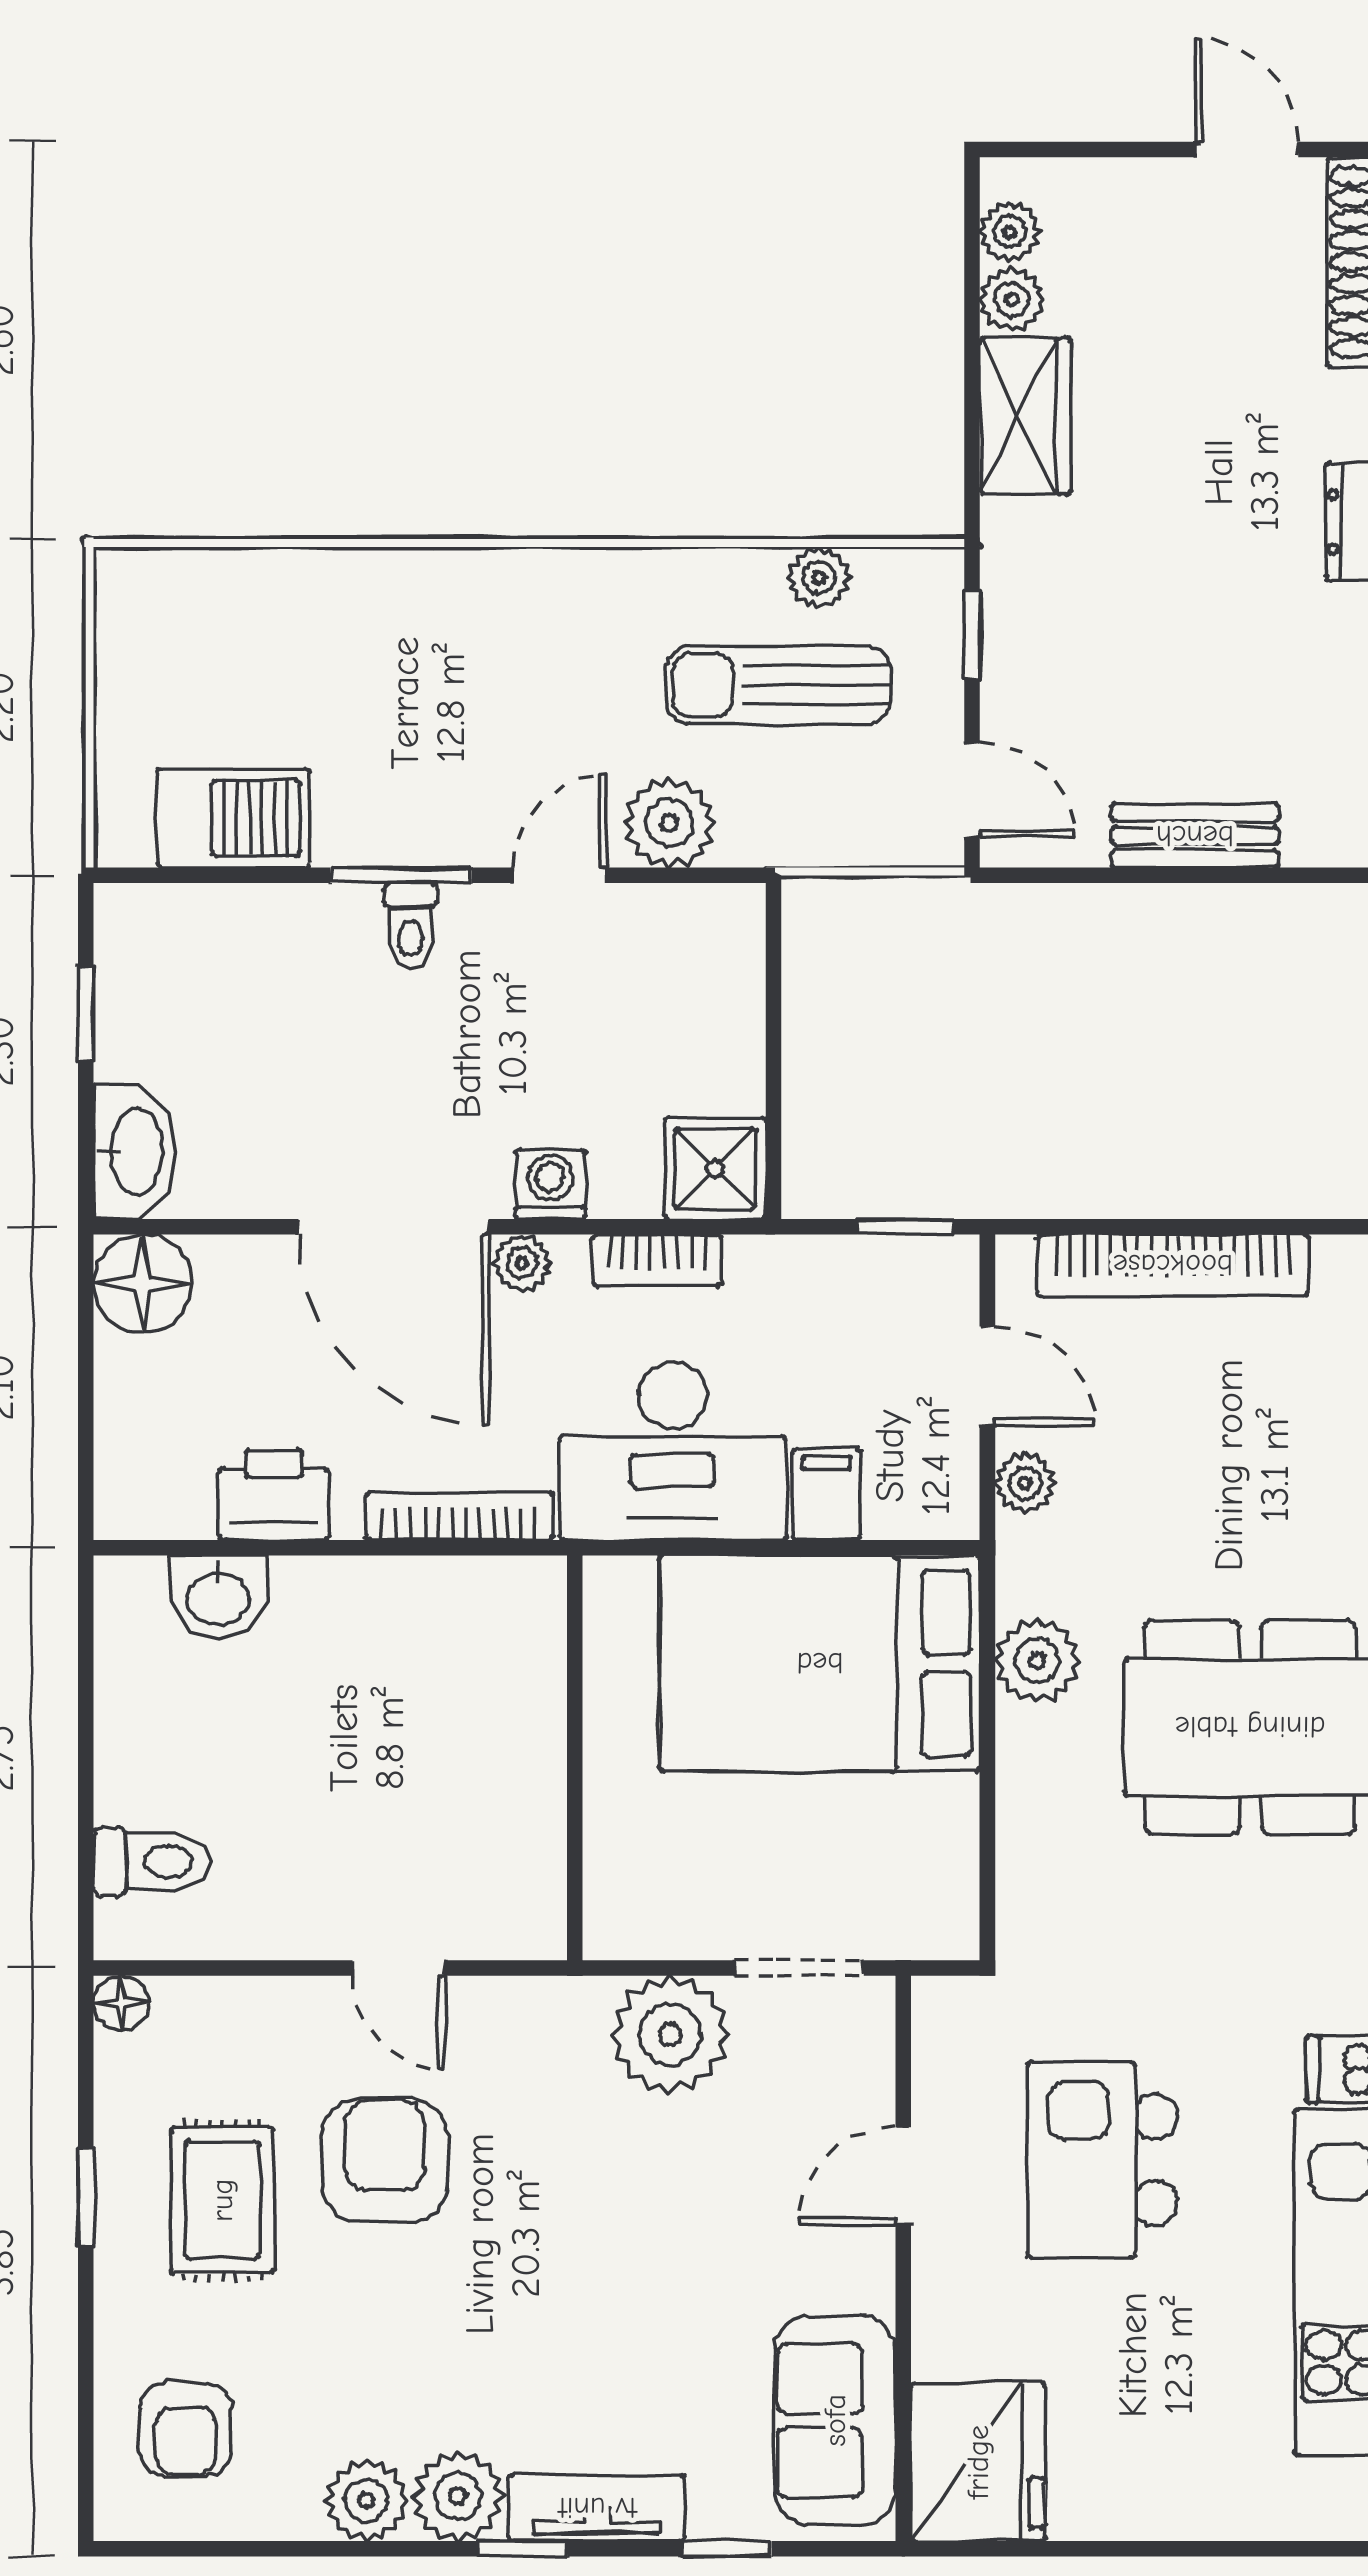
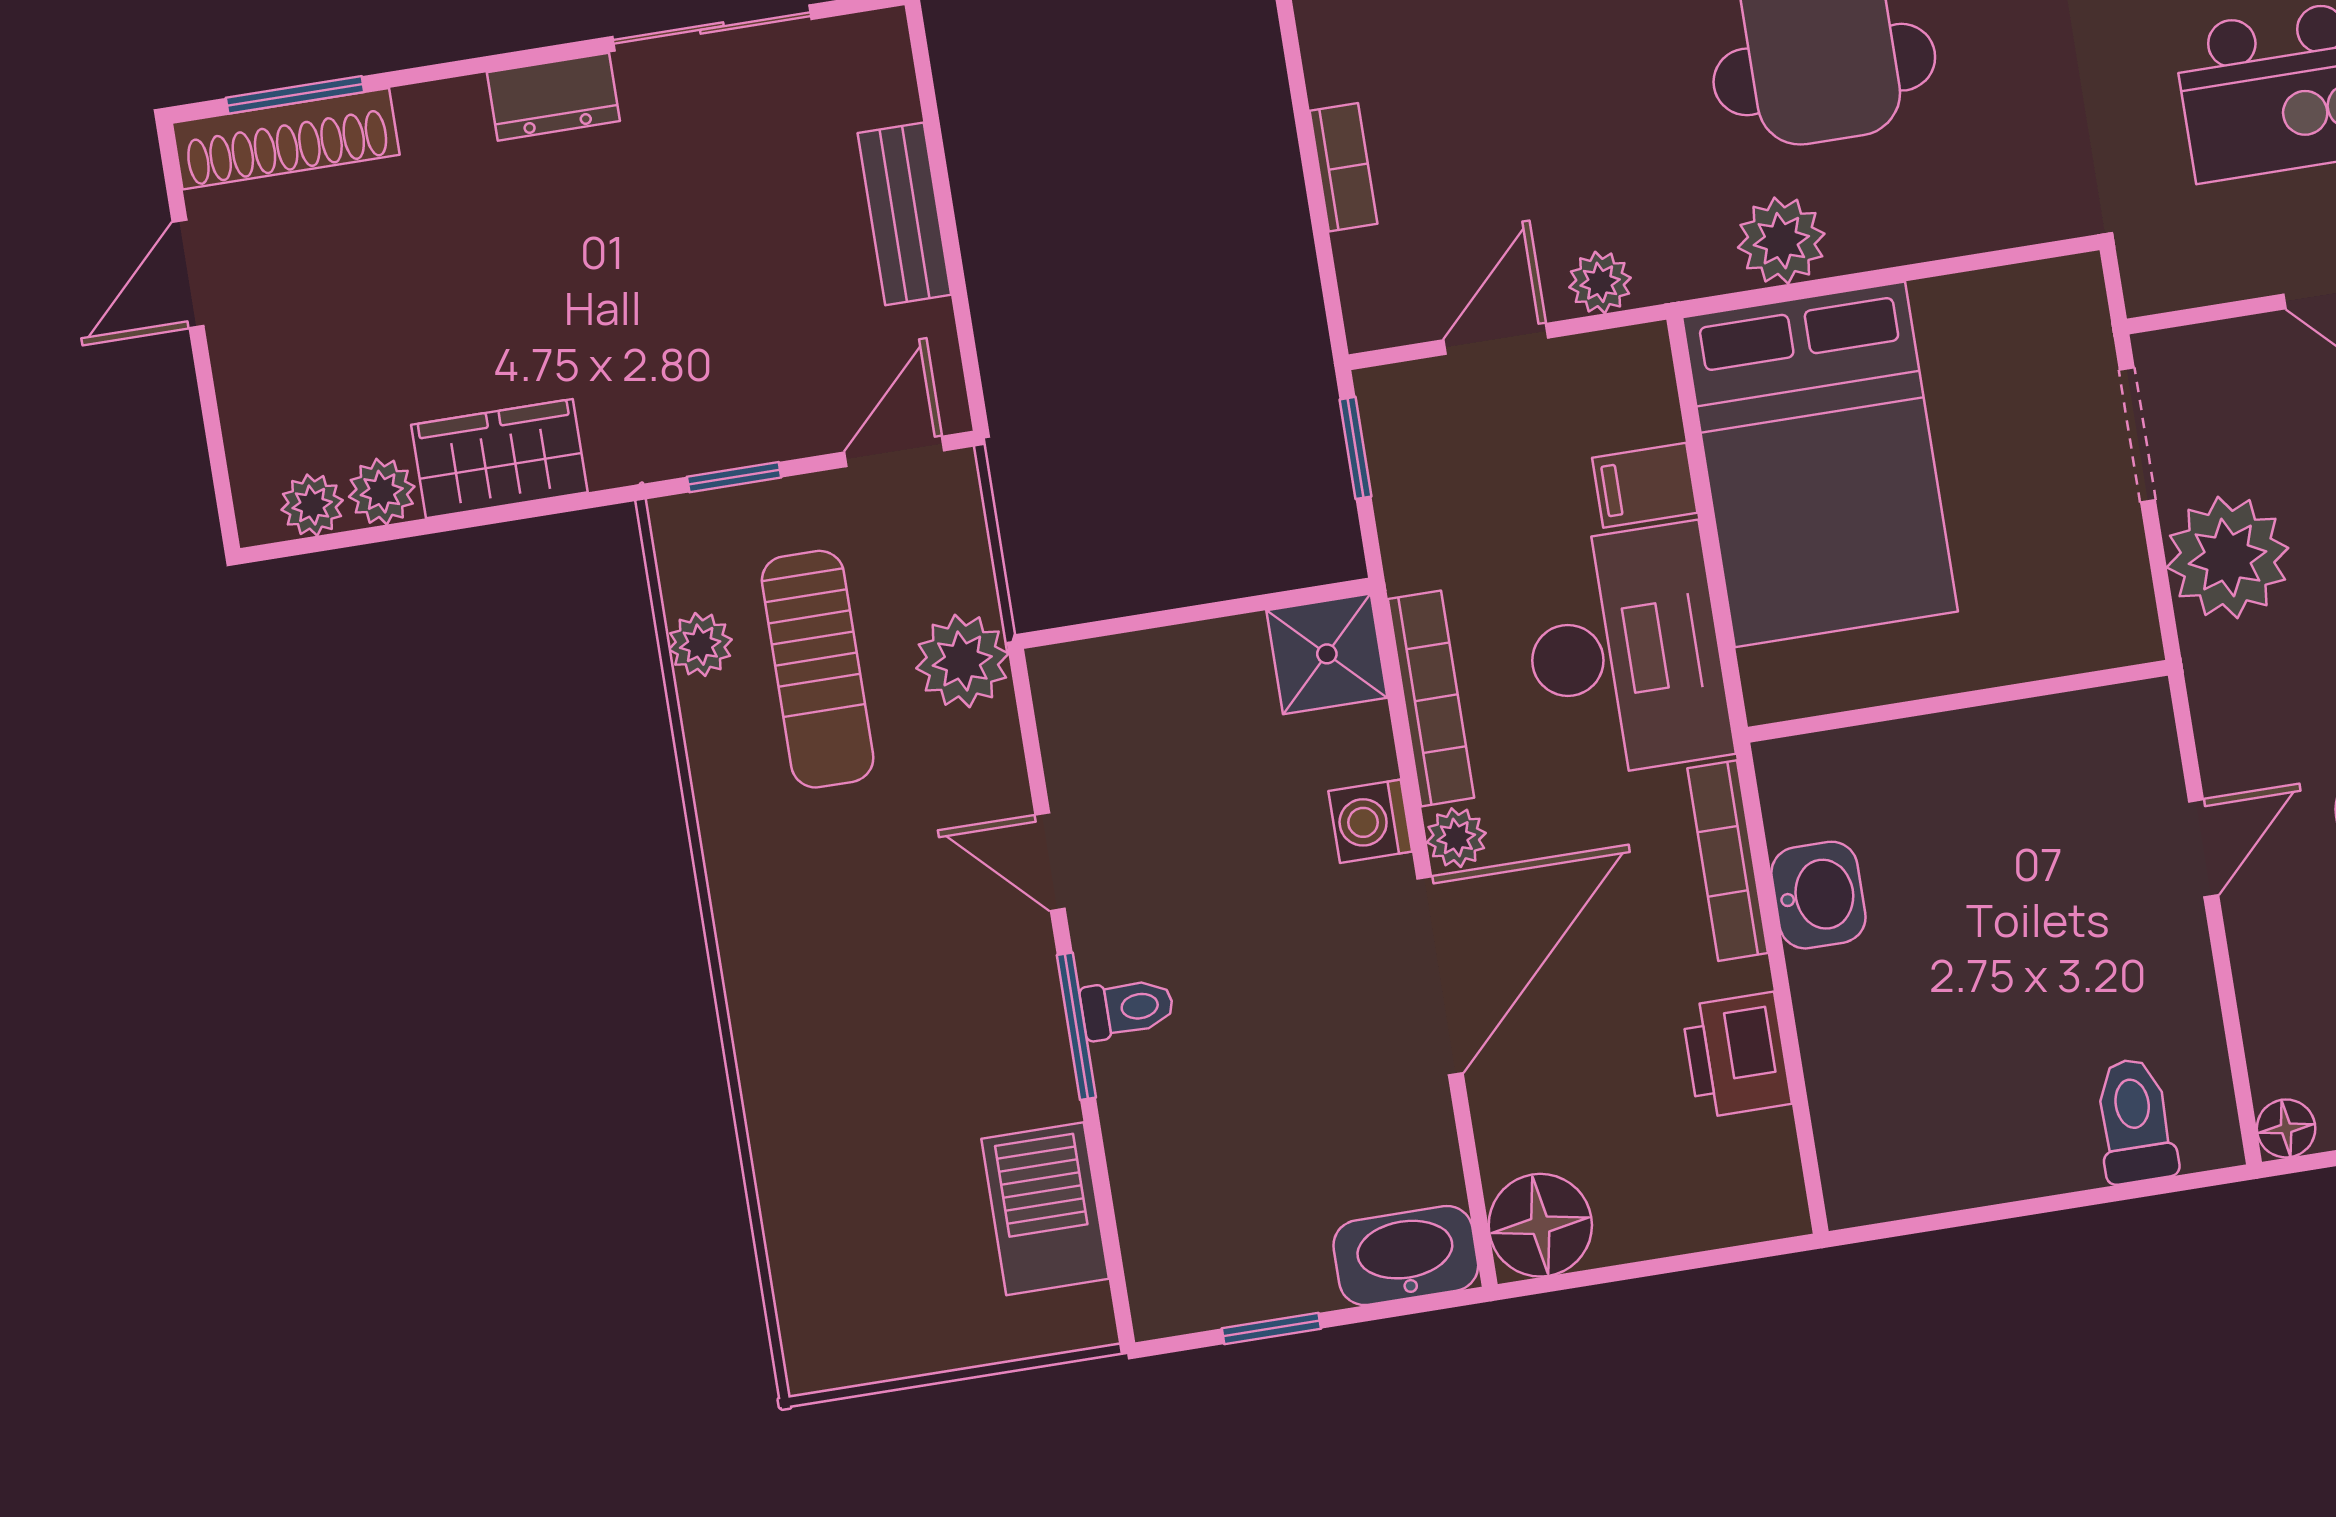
plant: (670, 823) -> (962, 661), moved
bookcase: (657, 1260) -> (1431, 698), width x1.56
bookcase: (1173, 1265) -> (1343, 167), width x0.43, depth x0.76
washbasin: (218, 1597) -> (1818, 895), moved

